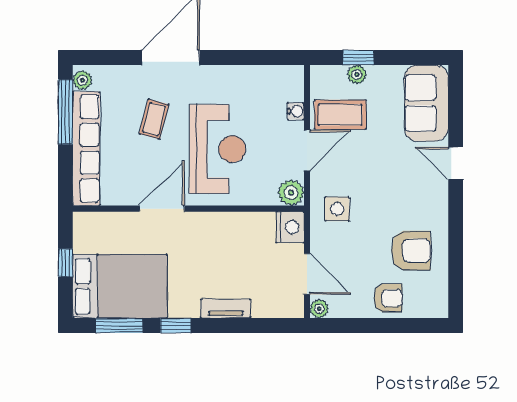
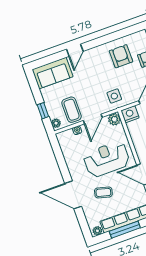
plant: (357, 74) -> (56, 123), moved
window: (65, 112) -> (125, 230), moved
door: (307, 150) -> (93, 119), swing flipped

